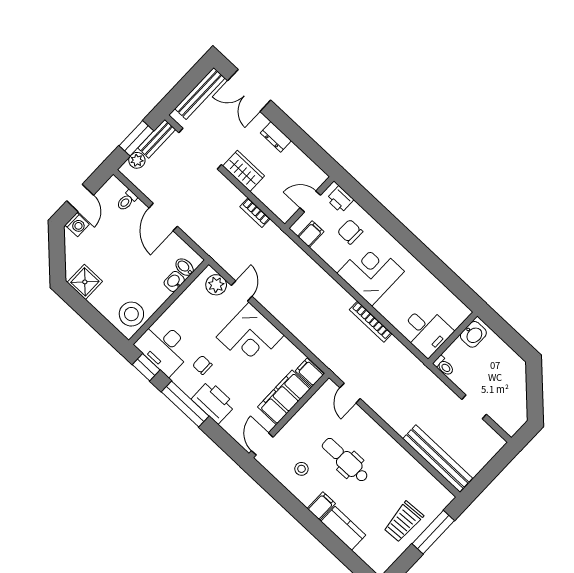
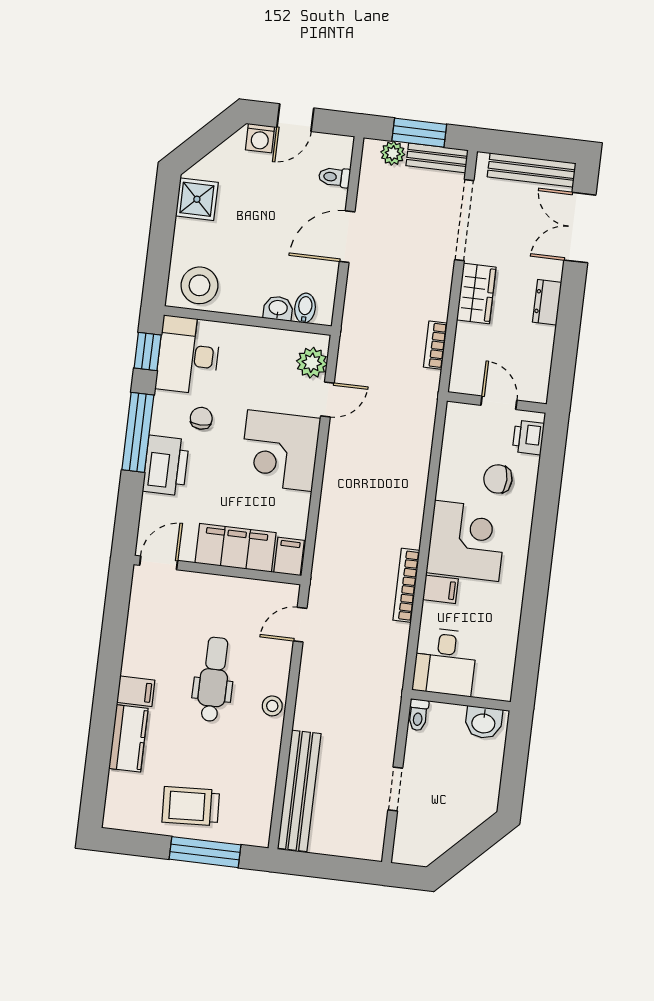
chair: (350, 232) -> (498, 479), turned -91
filing cabinet: (311, 234) -> (440, 589), moved
stool: (301, 469) -> (272, 706), moved

